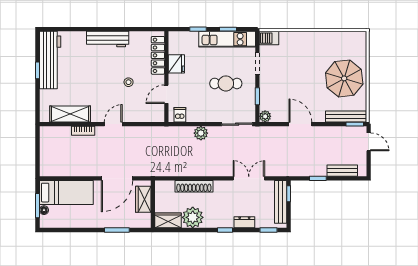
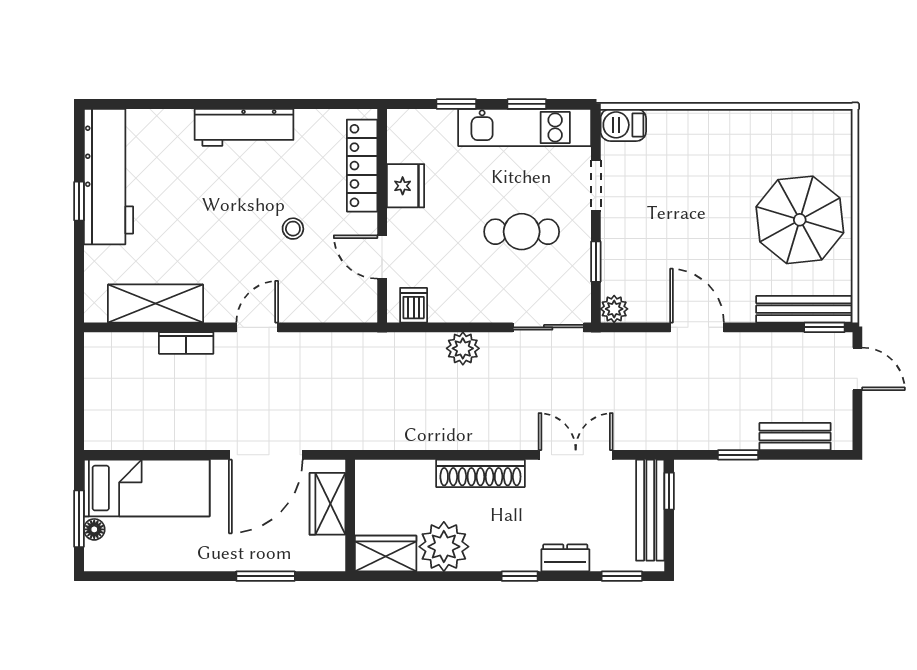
door: (166, 94) -> (382, 257), hinge flipped
shoe rack: (194, 186) -> (480, 473), moved

